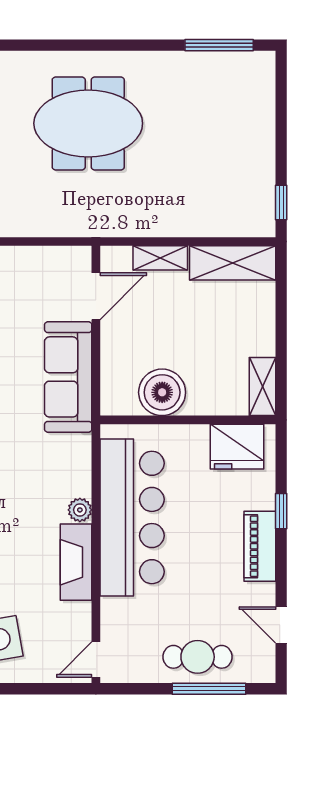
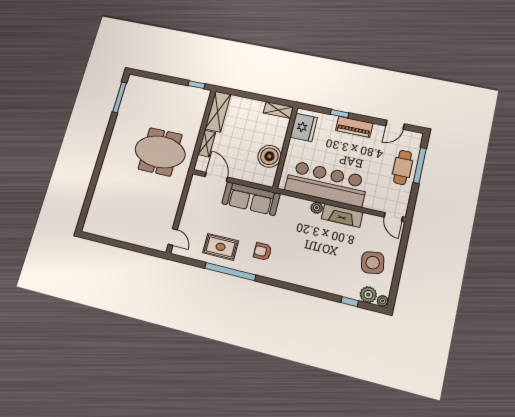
meeting table: (88, 123) -> (160, 152), moved, turned 90

